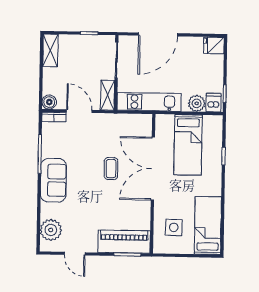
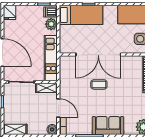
door: (79, 111) -> (58, 108), swing flipped
bed: (188, 145) -> (81, 15), moved

